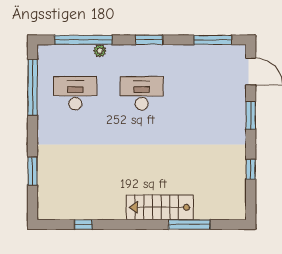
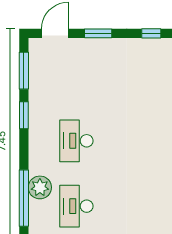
window: (149, 40) -> (24, 115), moved
plant: (100, 51) -> (40, 187), width x1.88, depth x1.88

